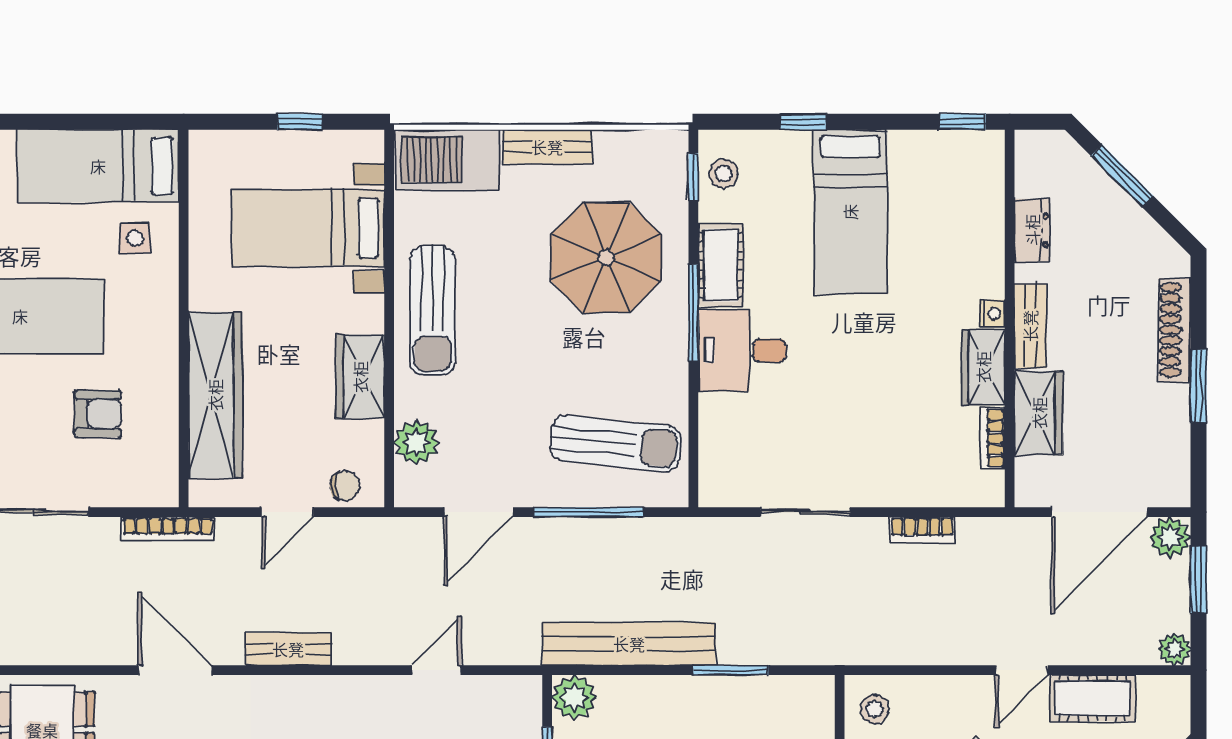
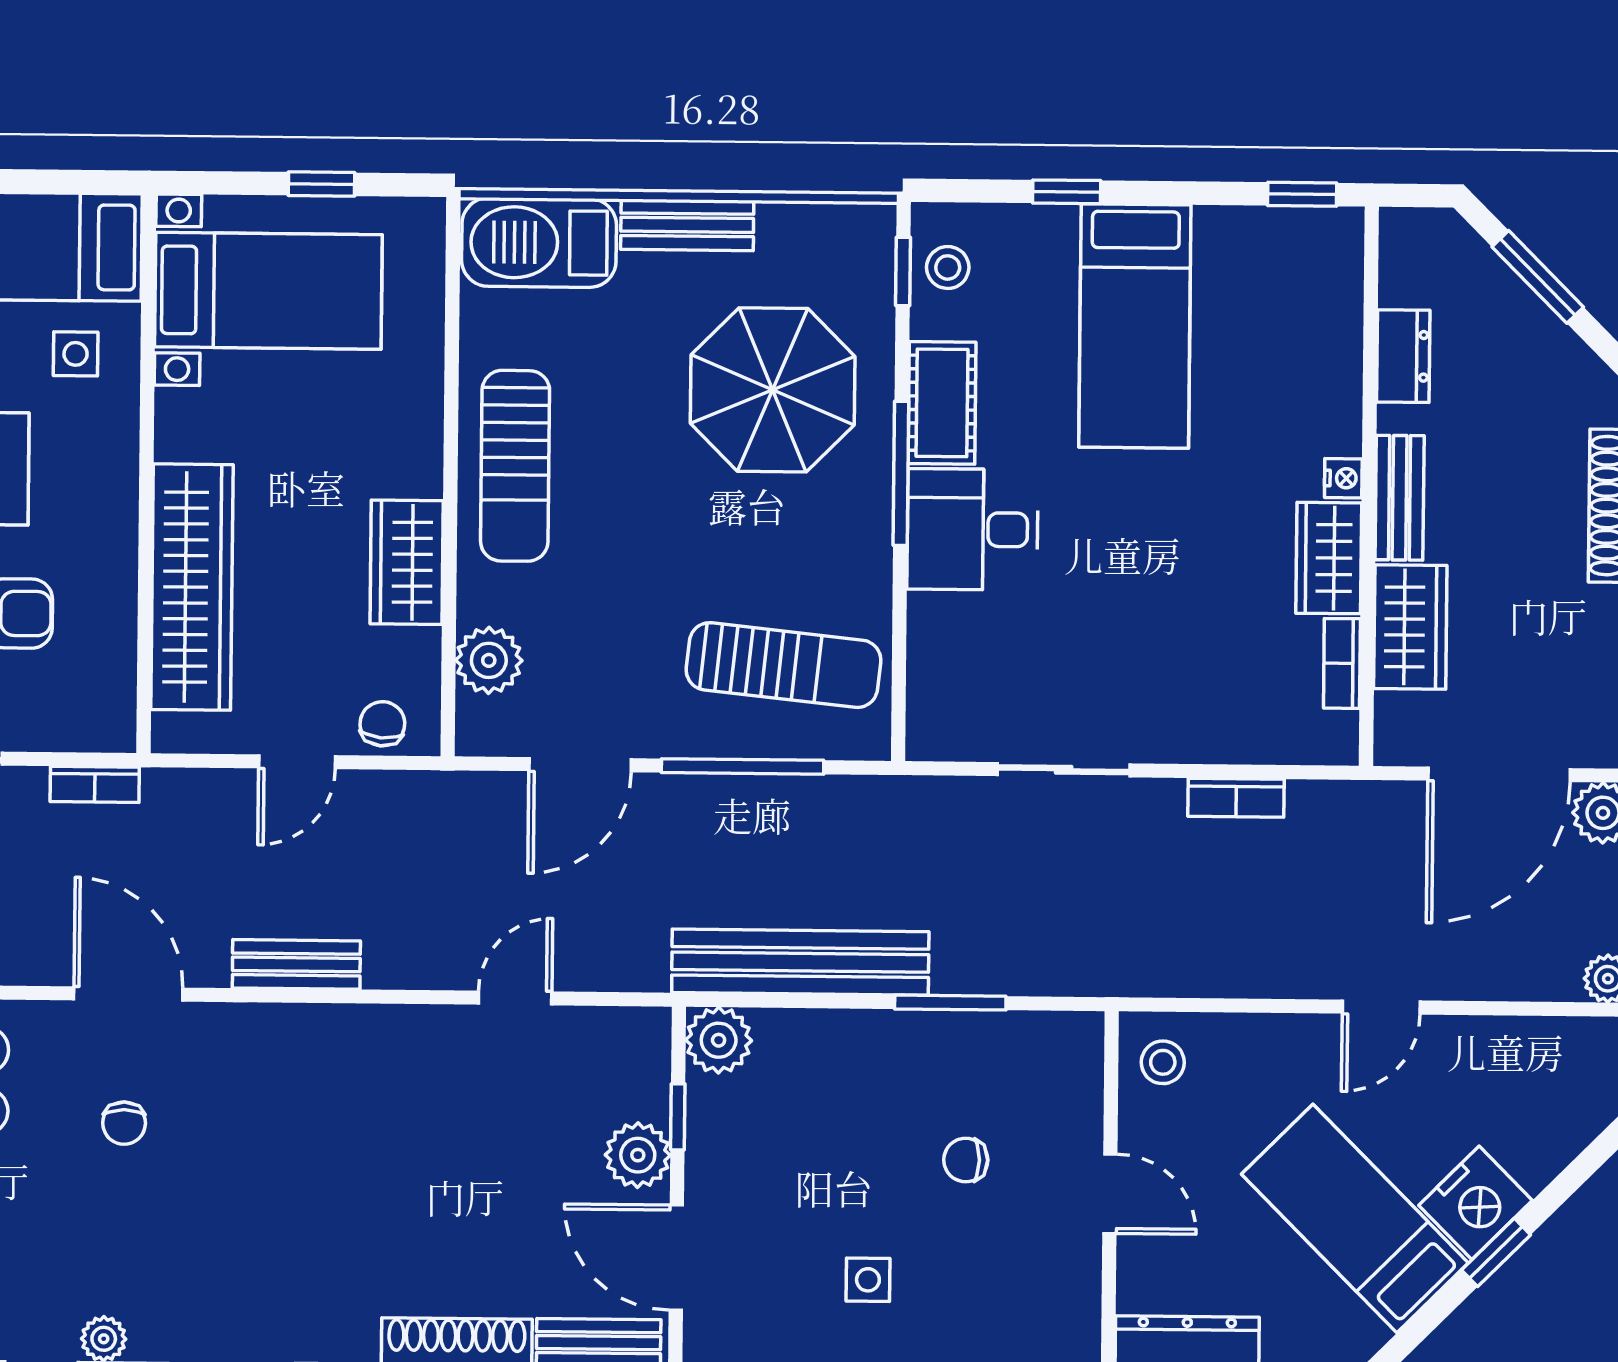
bed with nightstands: (308, 228) -> (268, 291), moved, turned 180
chair: (345, 486) -> (382, 724), turned -85
bookcase: (168, 529) -> (95, 784), width x0.64
cot: (1093, 698) -> (1486, 1050), removed

